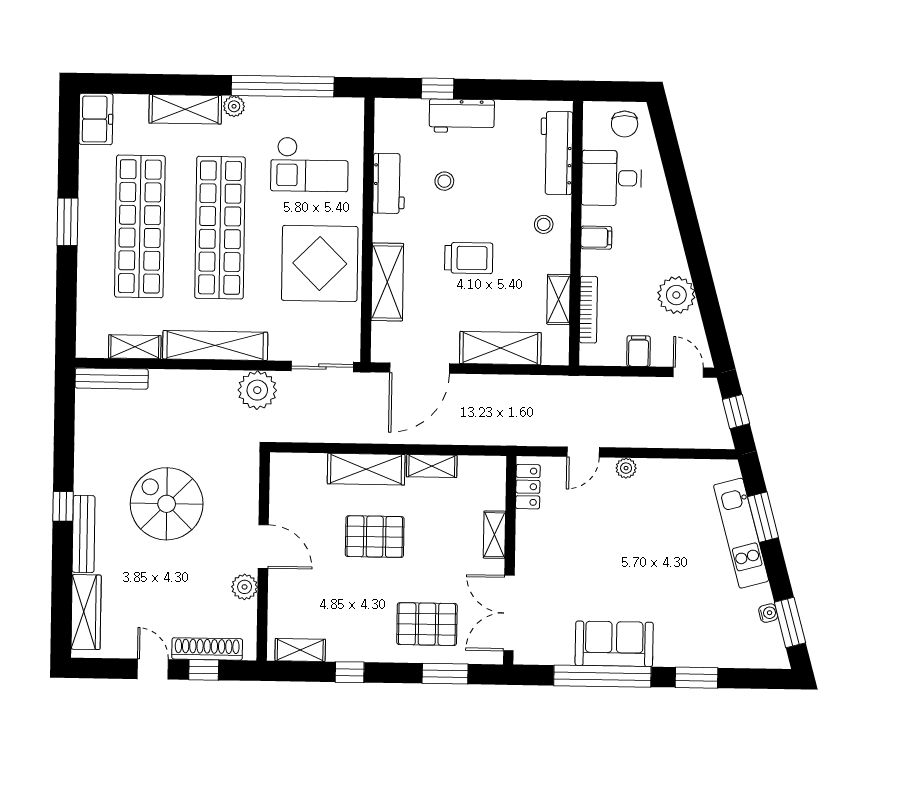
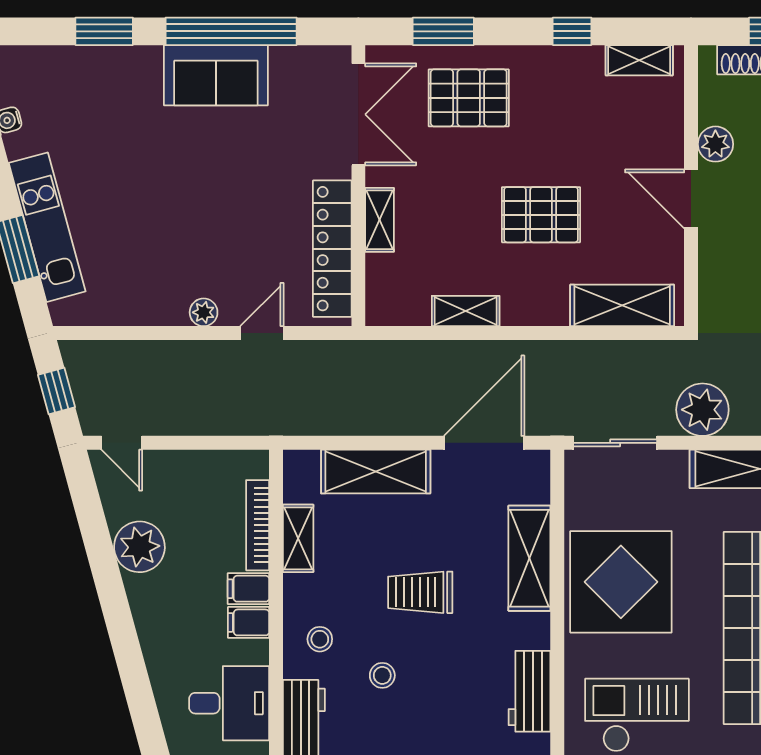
stool: (444, 181) -> (382, 675), moved
filing cabinet: (638, 351) -> (248, 589), moved, turned 90
shelving: (366, 469) -> (622, 305), moved
locker: (528, 487) -> (332, 249), width x2.16, depth x1.21

